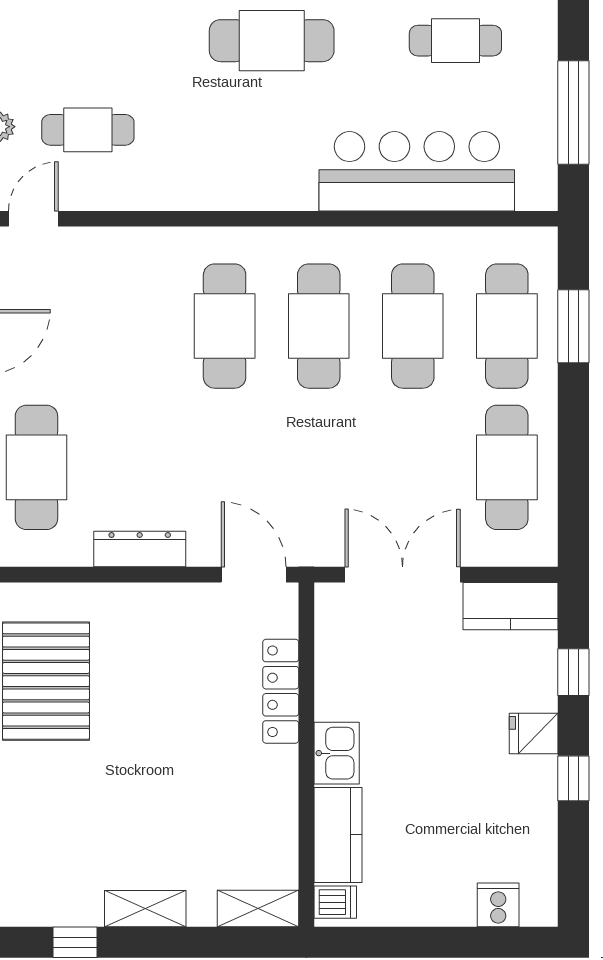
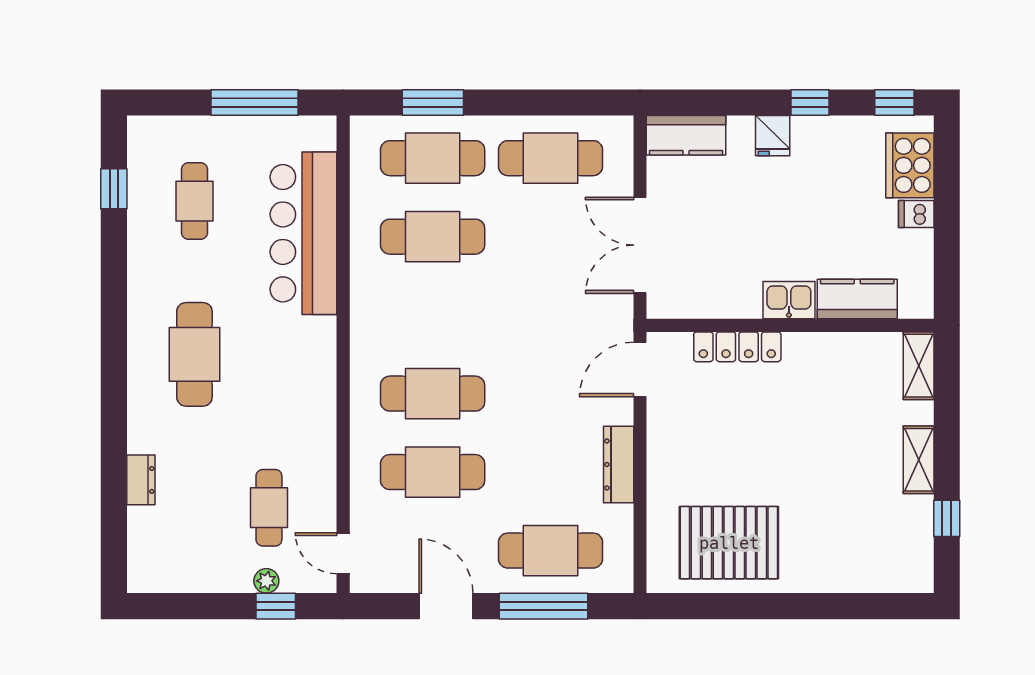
cafe table: (319, 326) -> (433, 472), moved
kitchen counter: (511, 606) -> (686, 135), moved, turned 90
window: (573, 672) -> (894, 103), moved
dishwasher: (335, 902) -> (916, 214), moved, turned -90
cooker: (498, 905) -> (910, 165), width x1.87, depth x1.31

